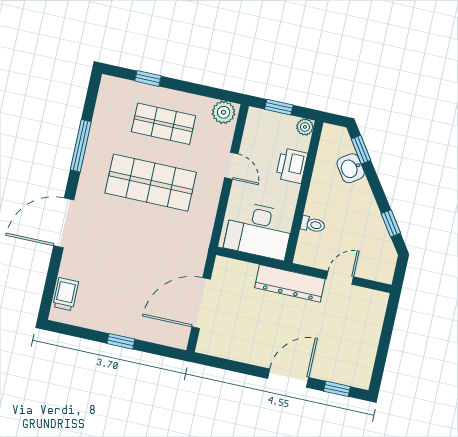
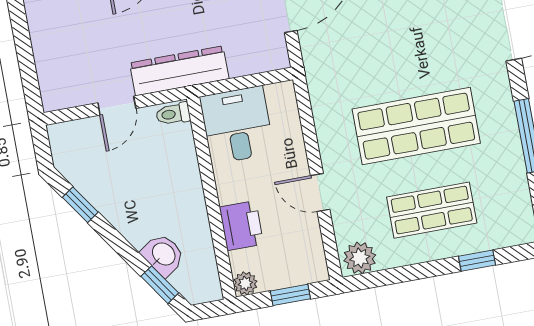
toilet: (313, 224) -> (173, 114), moved
desk: (259, 231) -> (237, 125), width x0.73

